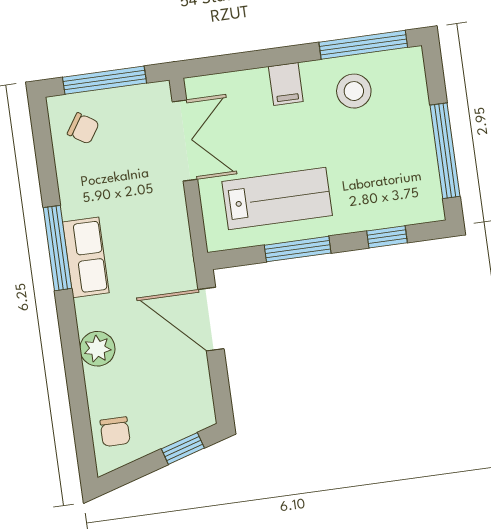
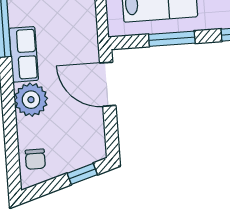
row of seats: (86, 257) -> (24, 54), moved
plant: (97, 349) -> (31, 100), width x1.36, depth x1.36

